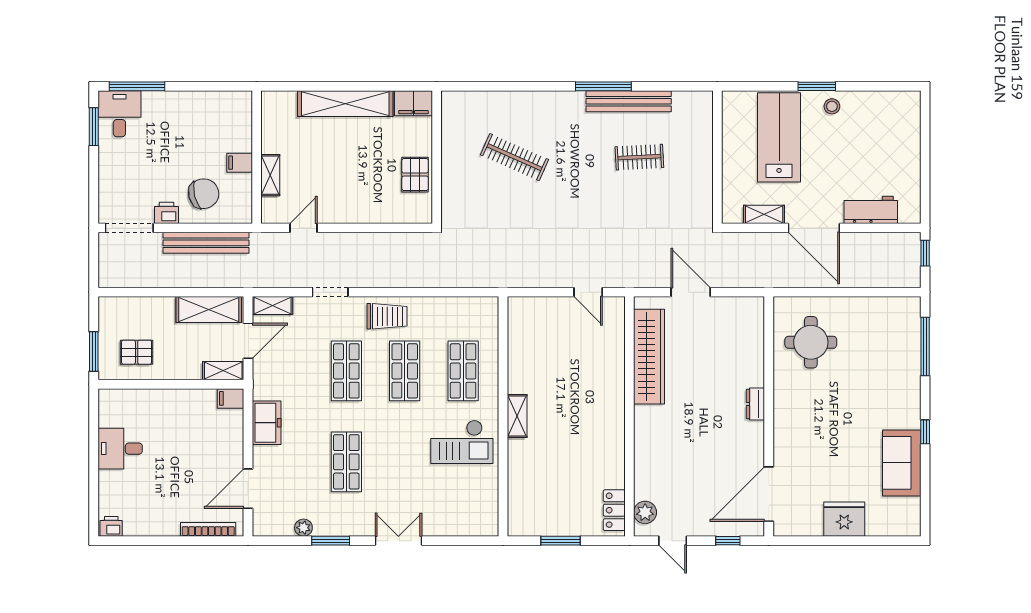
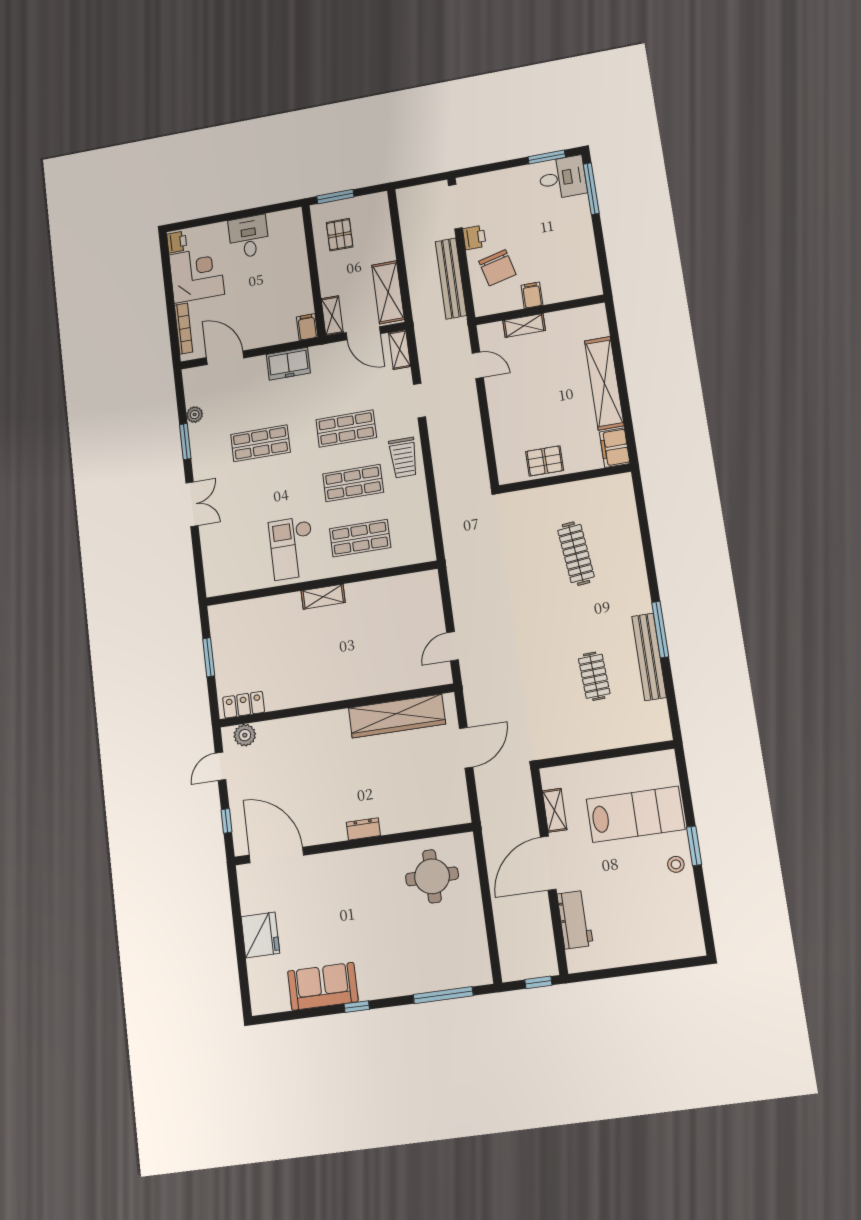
clothes rail: (515, 157) -> (576, 554), turned -30
corner desk: (151, 509) -> (197, 275), added

